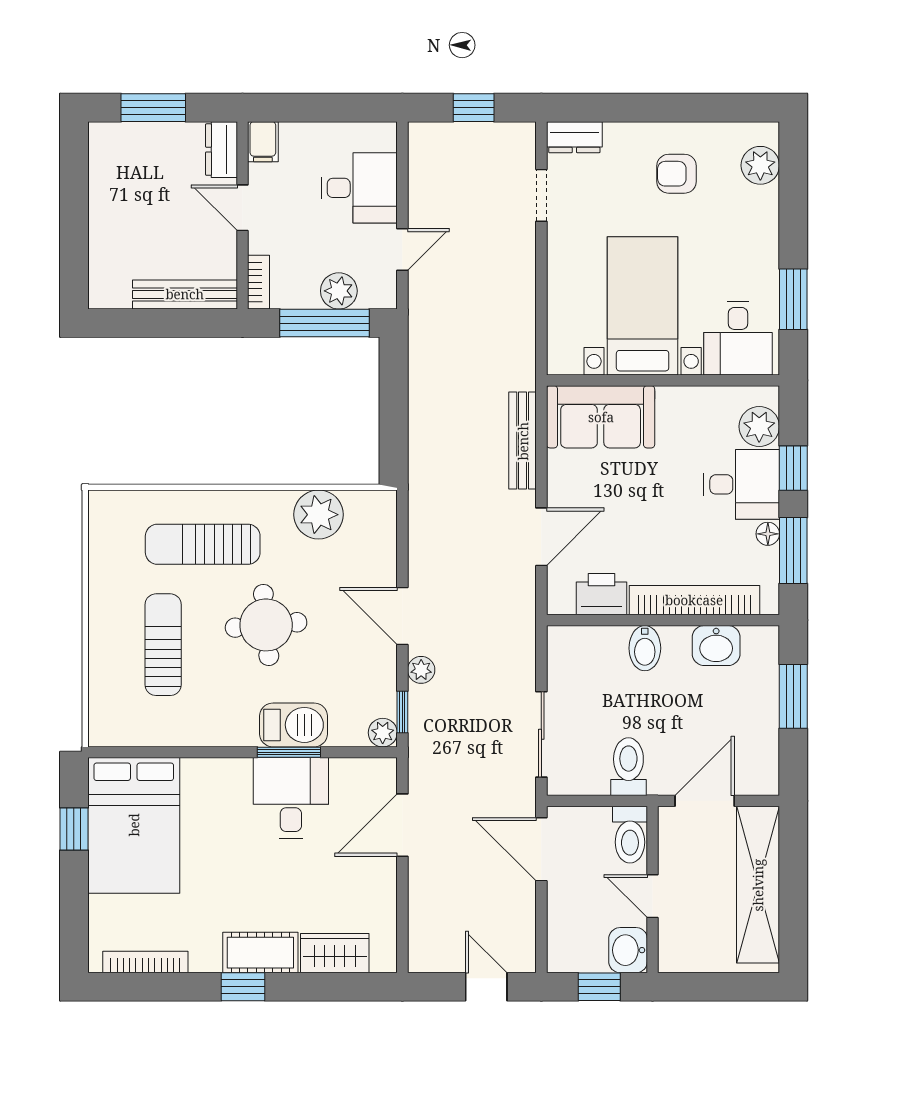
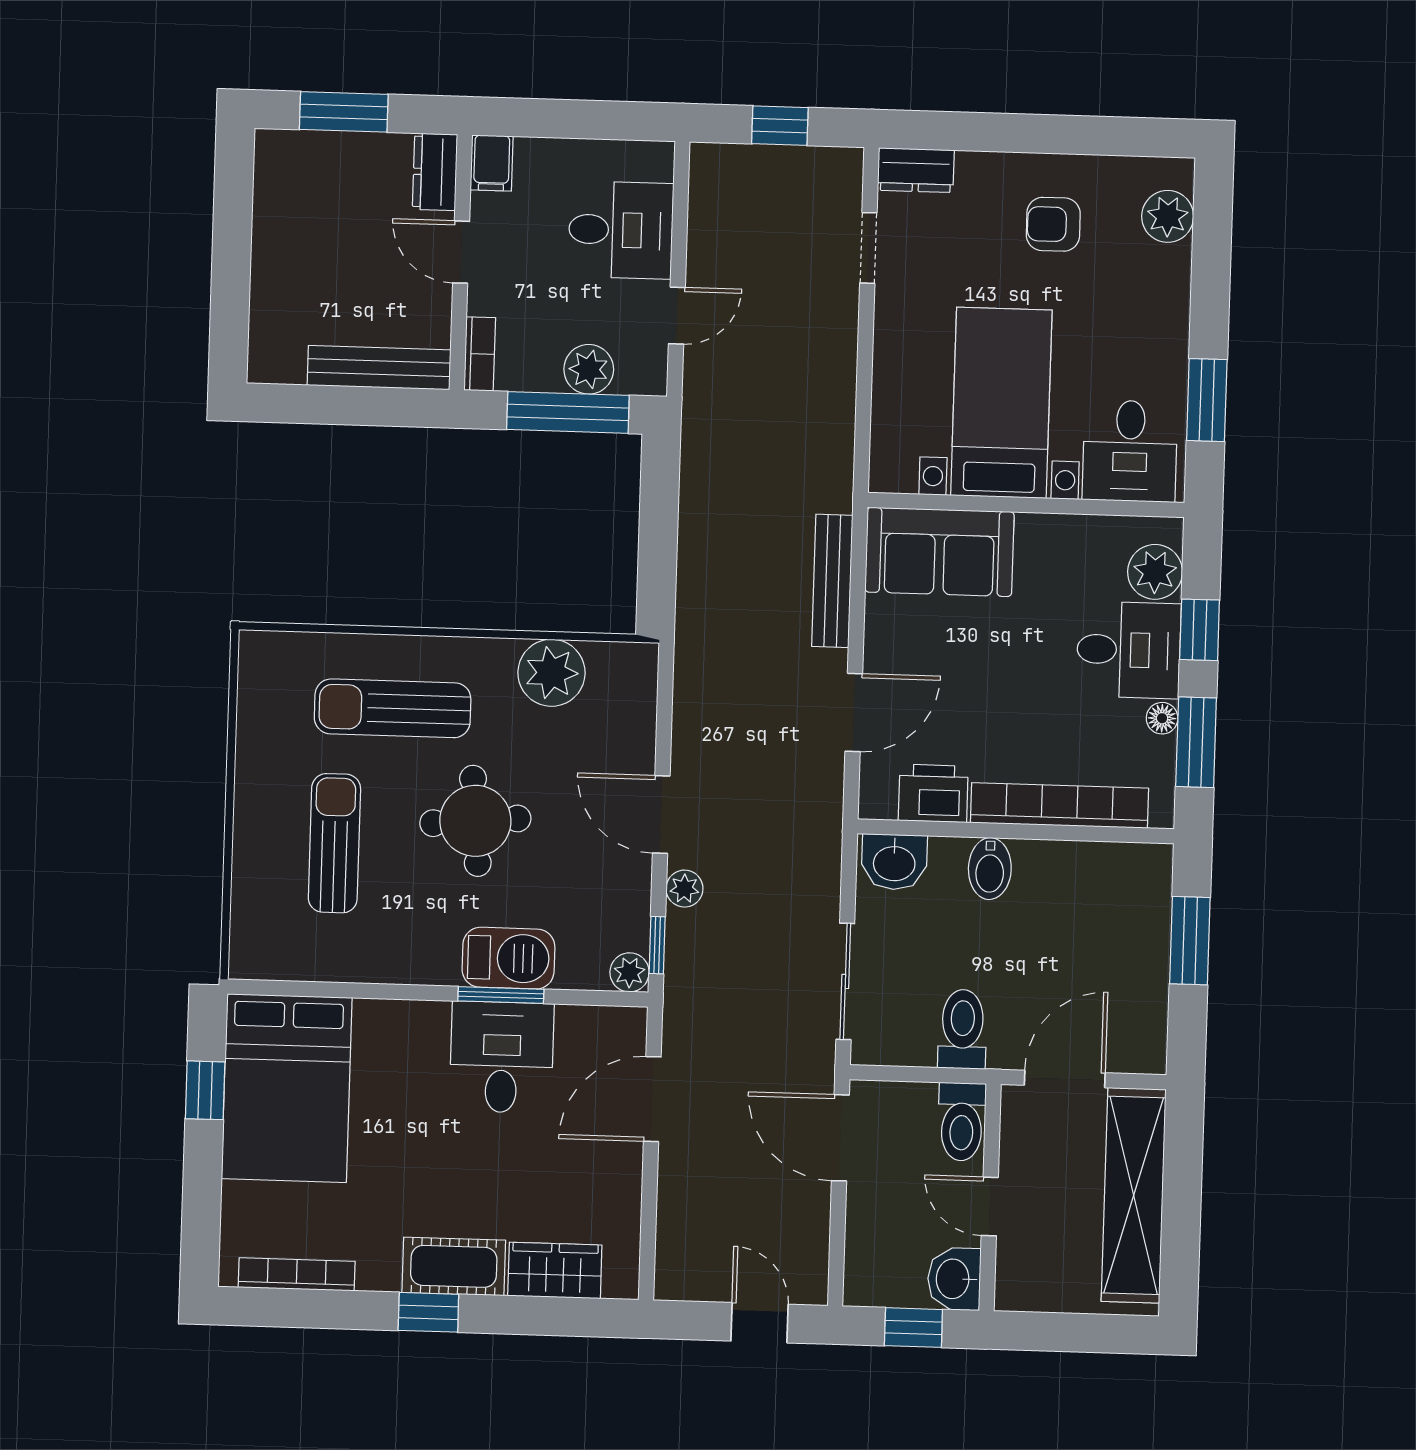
washbasin: (716, 646) -> (894, 862), moved

